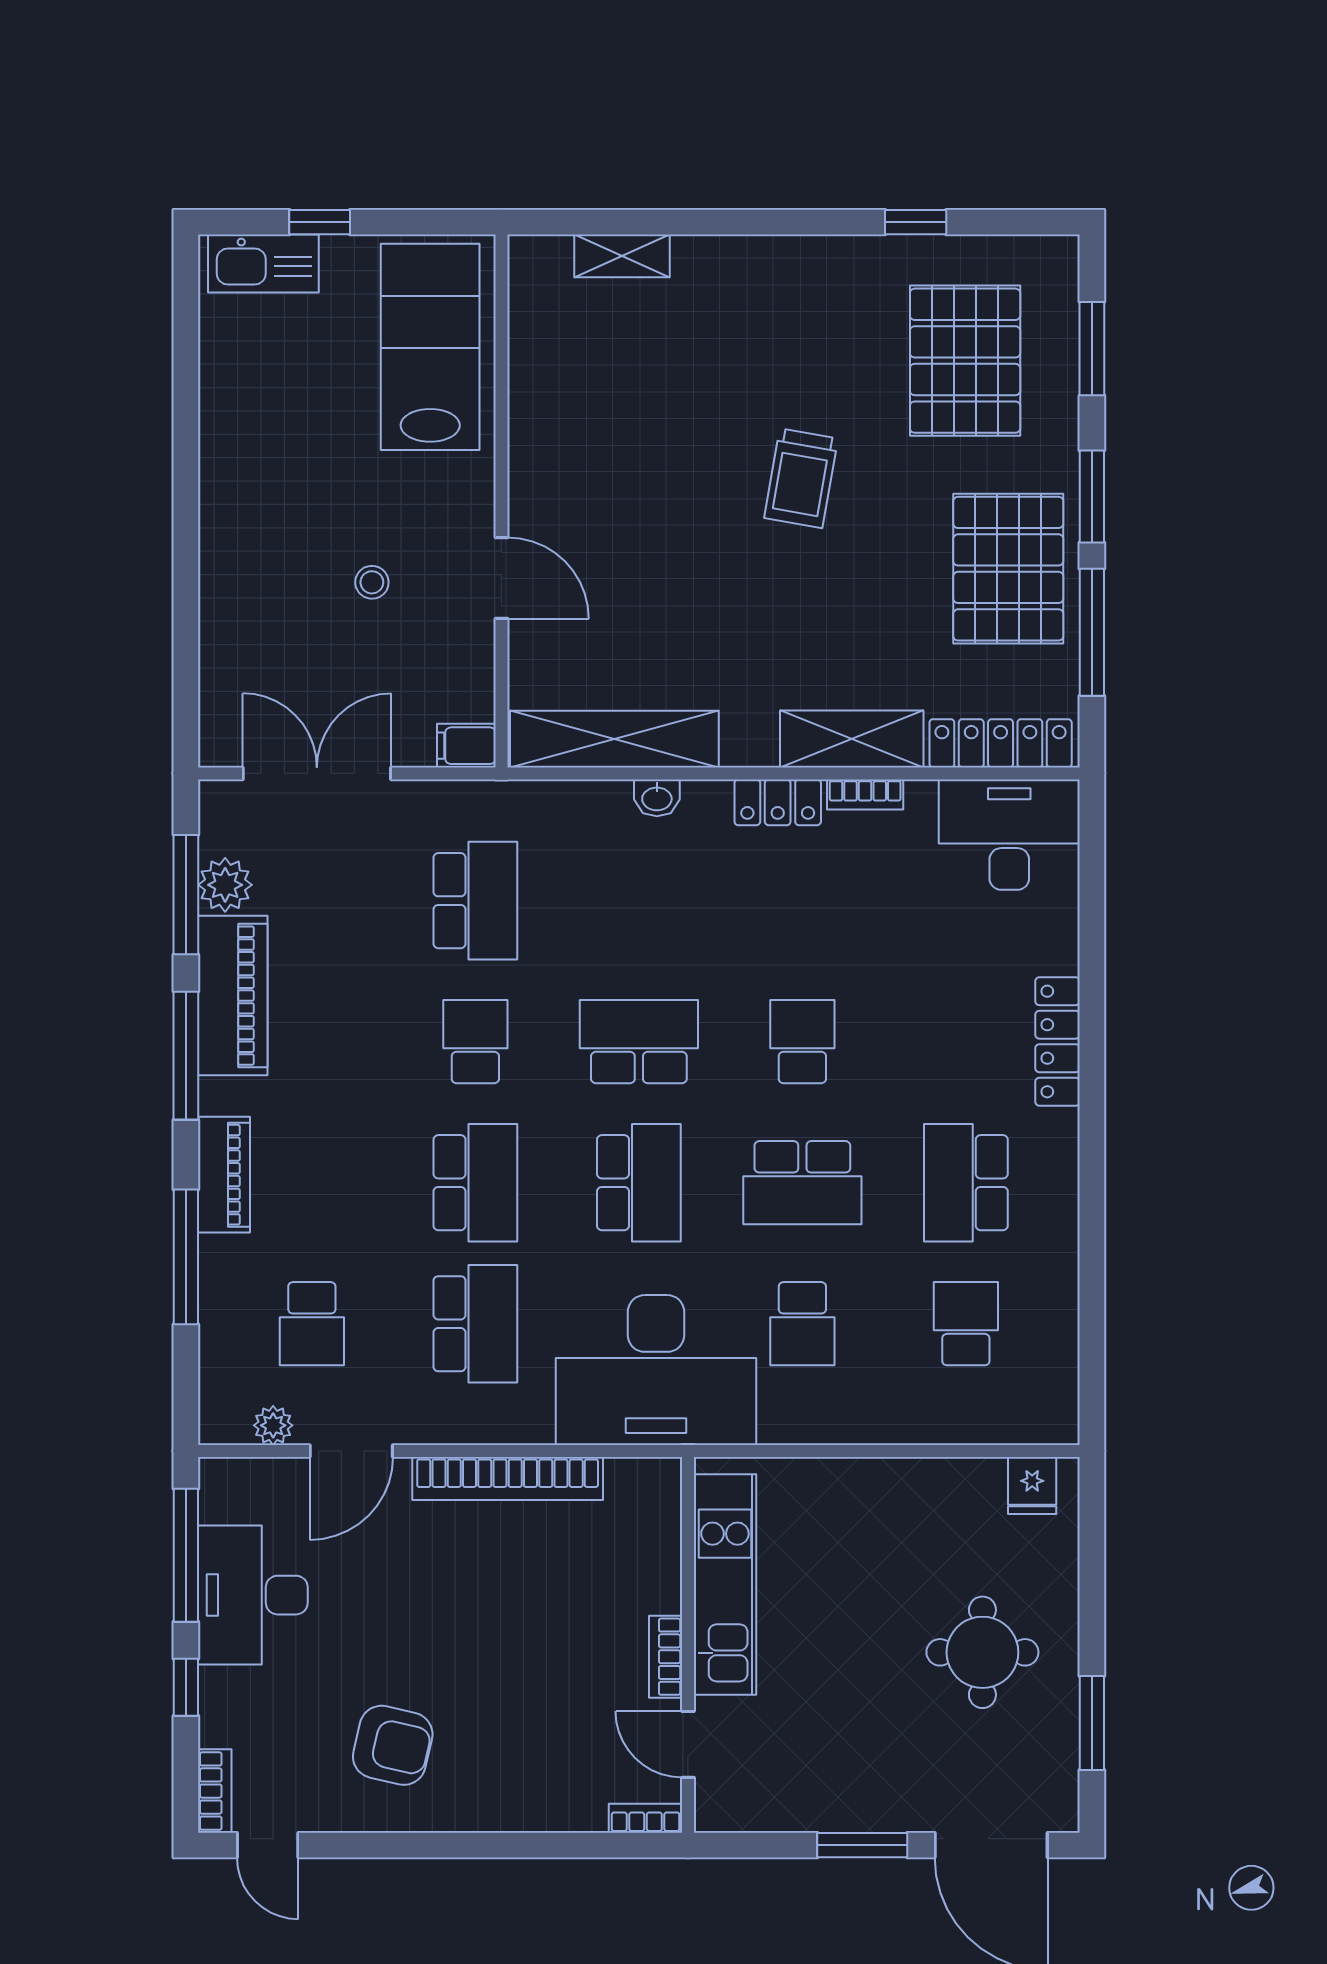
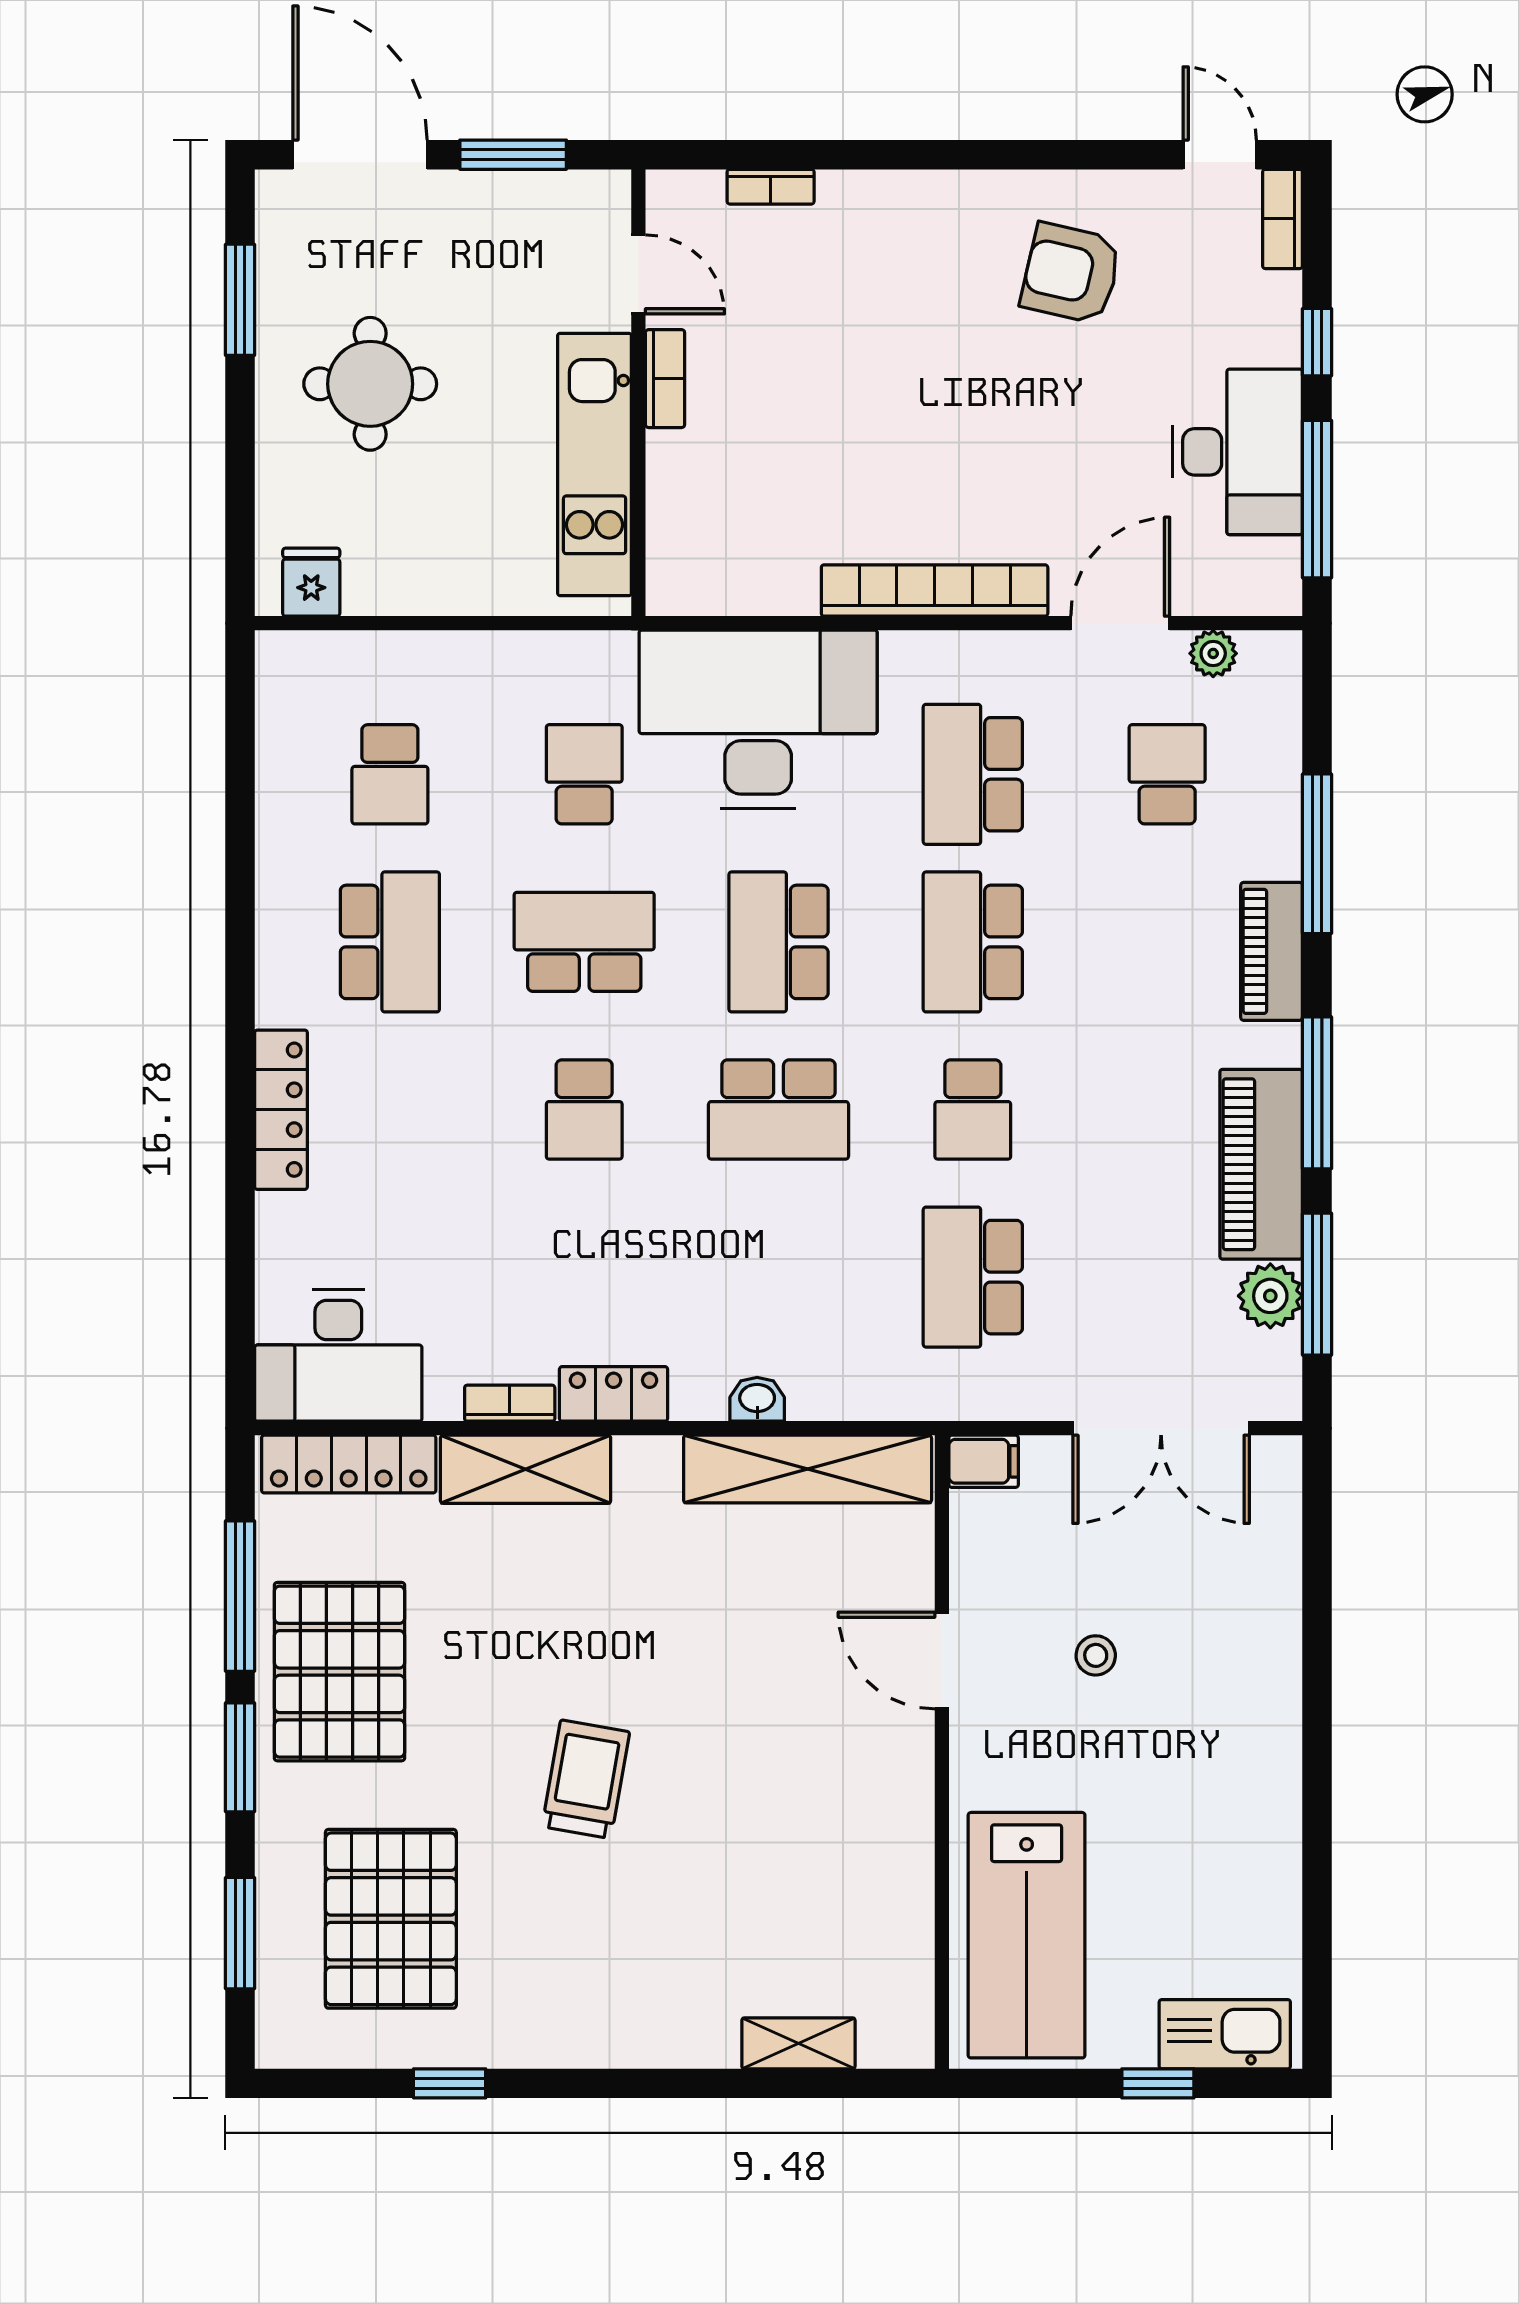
kitchen unit: (725, 1584) -> (595, 464), moved
wall: (688, 1645) -> (638, 393), moved
bookcase: (666, 1657) -> (665, 379), moved
door: (688, 1744) -> (638, 274), moved

